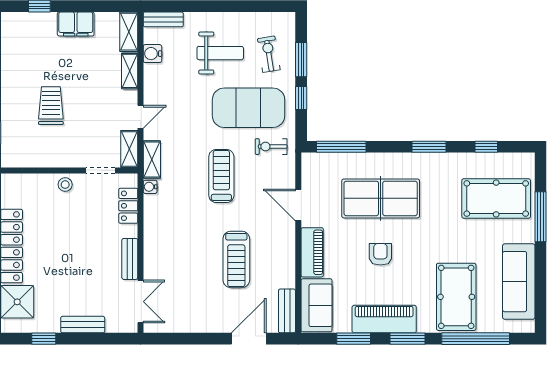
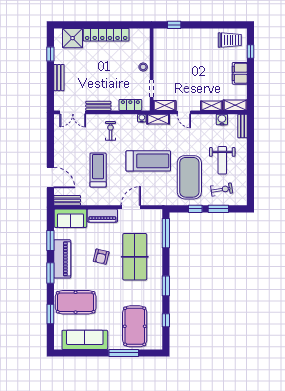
trolley: (51, 106) -> (230, 40), moved
exercise bike: (271, 147) -> (111, 131), moved
treadmill: (221, 176) -> (148, 161), width x1.37, depth x1.38
armchair: (380, 254) -> (101, 257), turned 103
treadmill: (236, 259) -> (98, 170), turned 90
window: (476, 339) -> (50, 314), width x0.47

